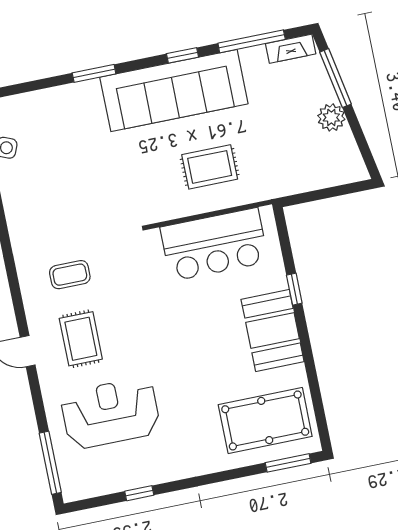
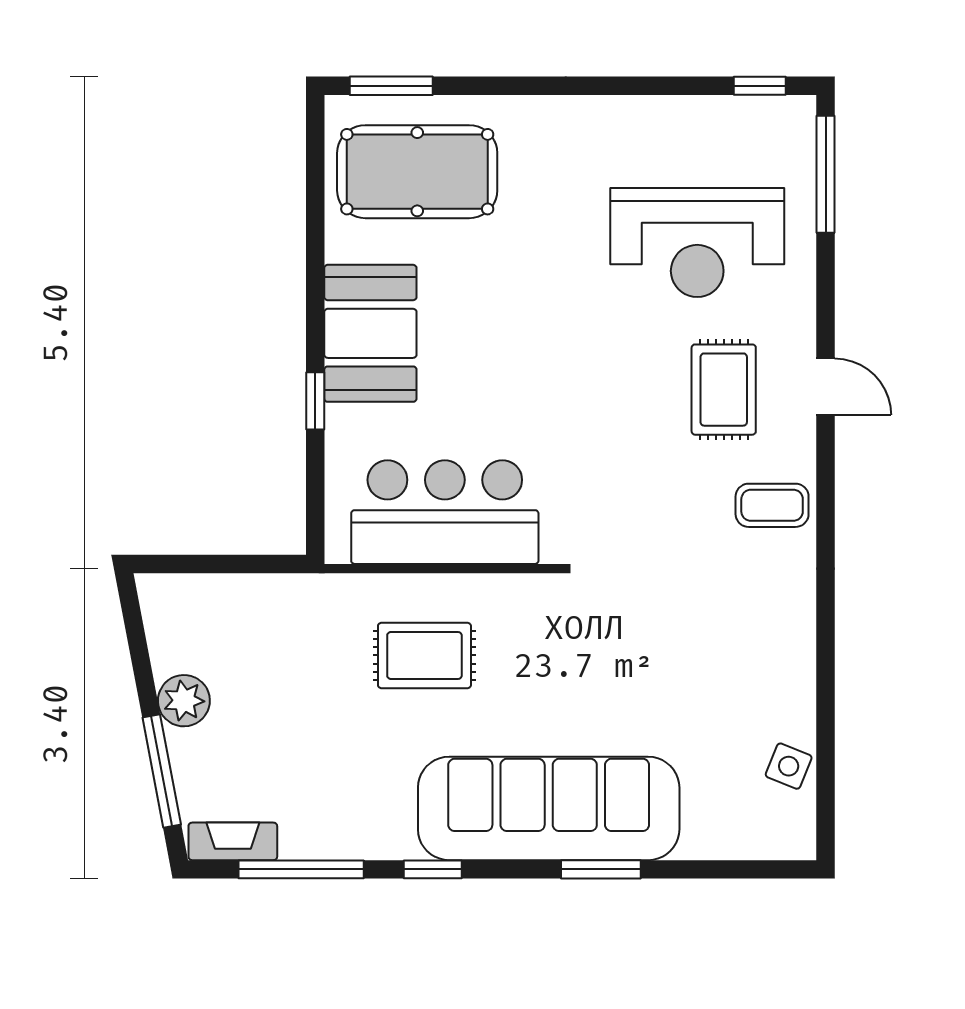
sofa: (174, 90) -> (549, 808), moved
coffee table: (70, 275) -> (772, 505), moved
window: (139, 493) -> (760, 86), moved

